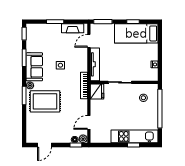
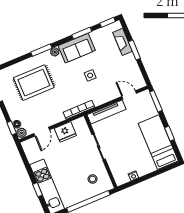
fireplace: (73, 28) -> (123, 42), moved
fridge: (97, 91) -> (65, 132), moved
rug: (45, 101) -> (34, 83), moved, turned 90
door: (89, 122) -> (42, 132), swing flipped

